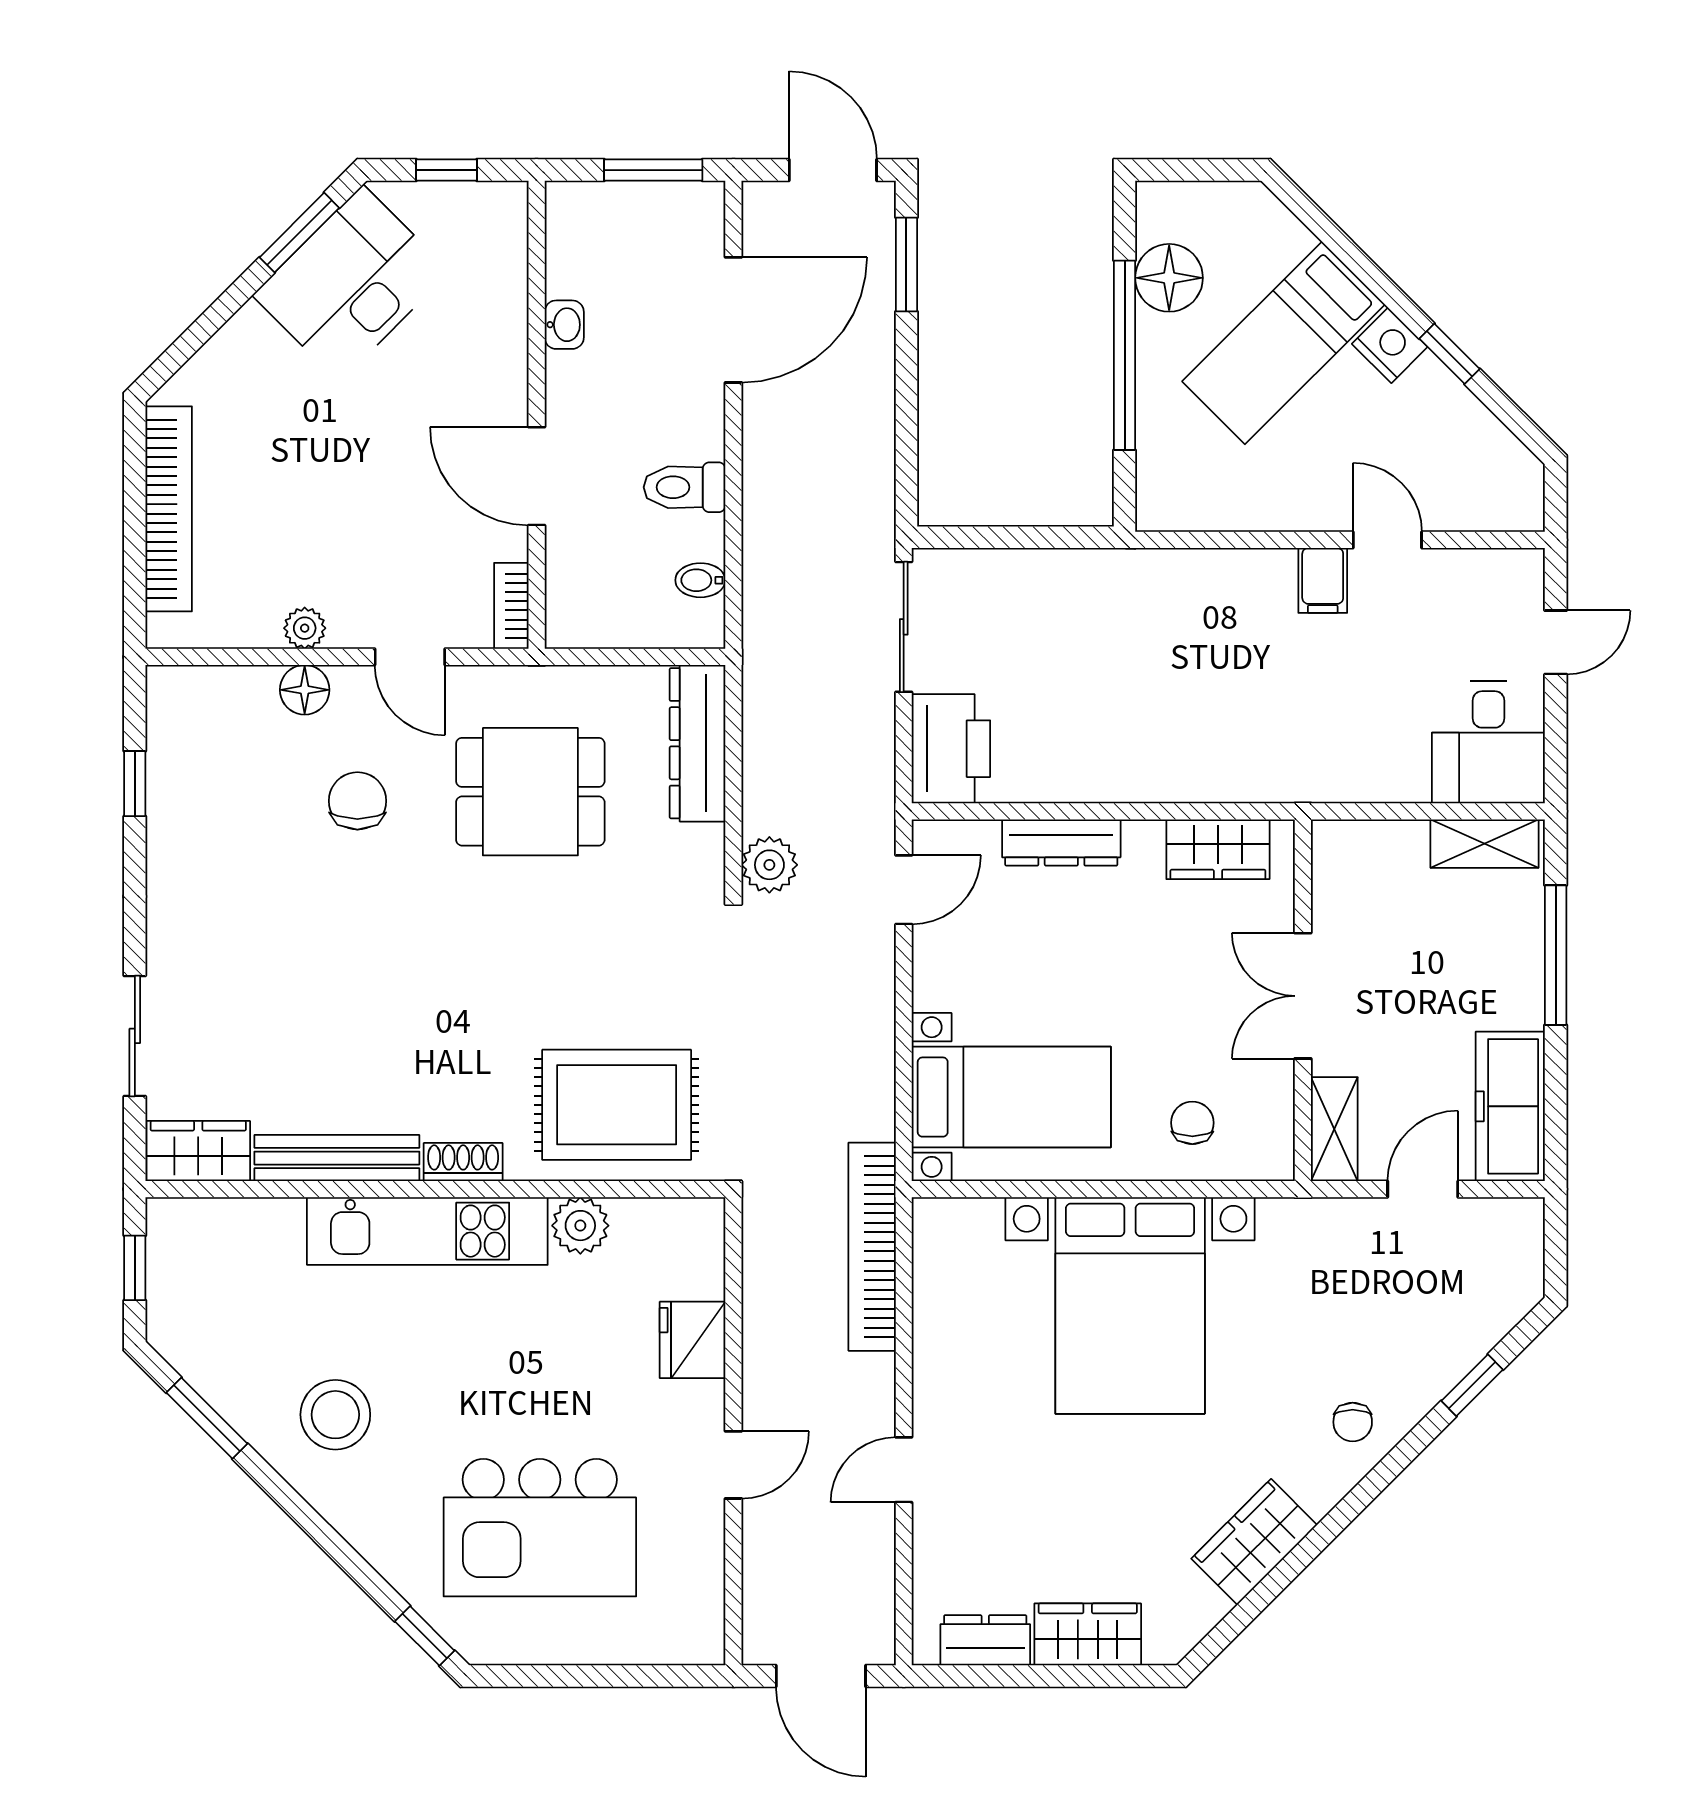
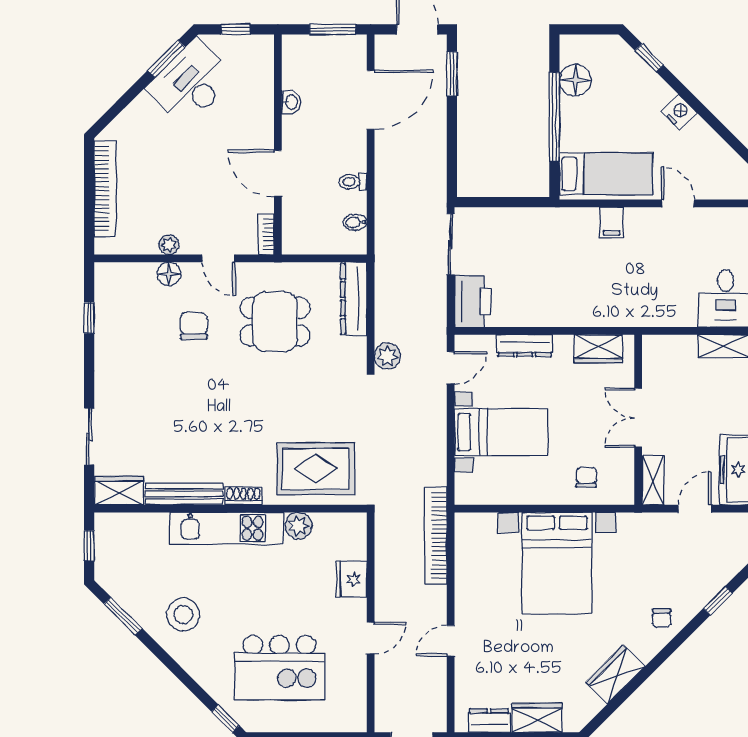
bed: (1284, 343) -> (606, 174), moved, turned -135
window: (1450, 354) -> (649, 58), moved
toilet: (684, 487) -> (353, 182), width x0.73, depth x0.72
filing cabinet: (1323, 580) -> (612, 222), moved
bed with nightstands: (1011, 1097) -> (501, 432), moved

